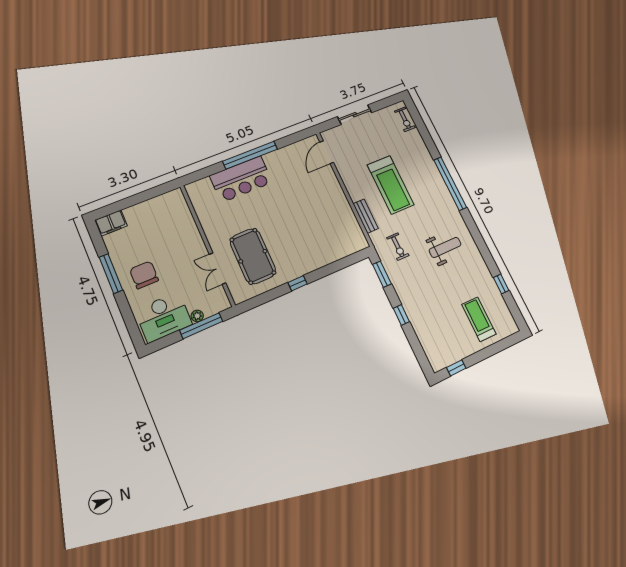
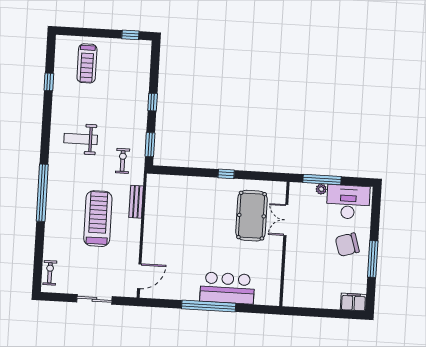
double door: (217, 269) -> (286, 220), swing flipped
chair: (144, 275) -> (347, 245), turned 73

